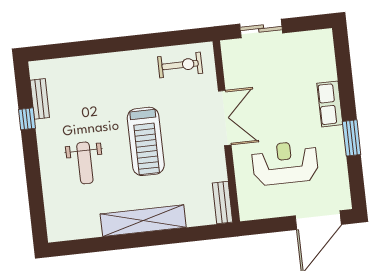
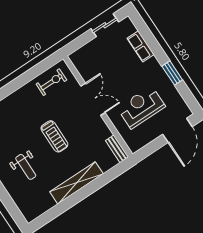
sliding door: (261, 29) -> (105, 25), moved
row of seats: (330, 104) -> (141, 46), moved
treadmill: (146, 141) -> (54, 136), width x0.73, depth x0.73

